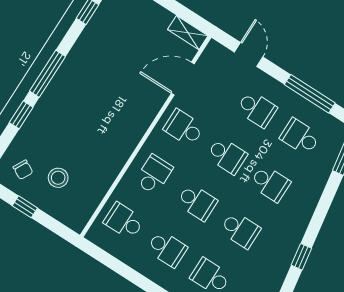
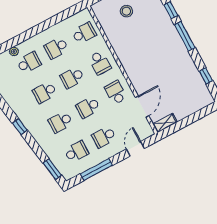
door: (249, 55) -> (135, 149), swing flipped
school desk: (184, 128) -> (116, 93), turned -90
window: (301, 257) -> (20, 127), moved

